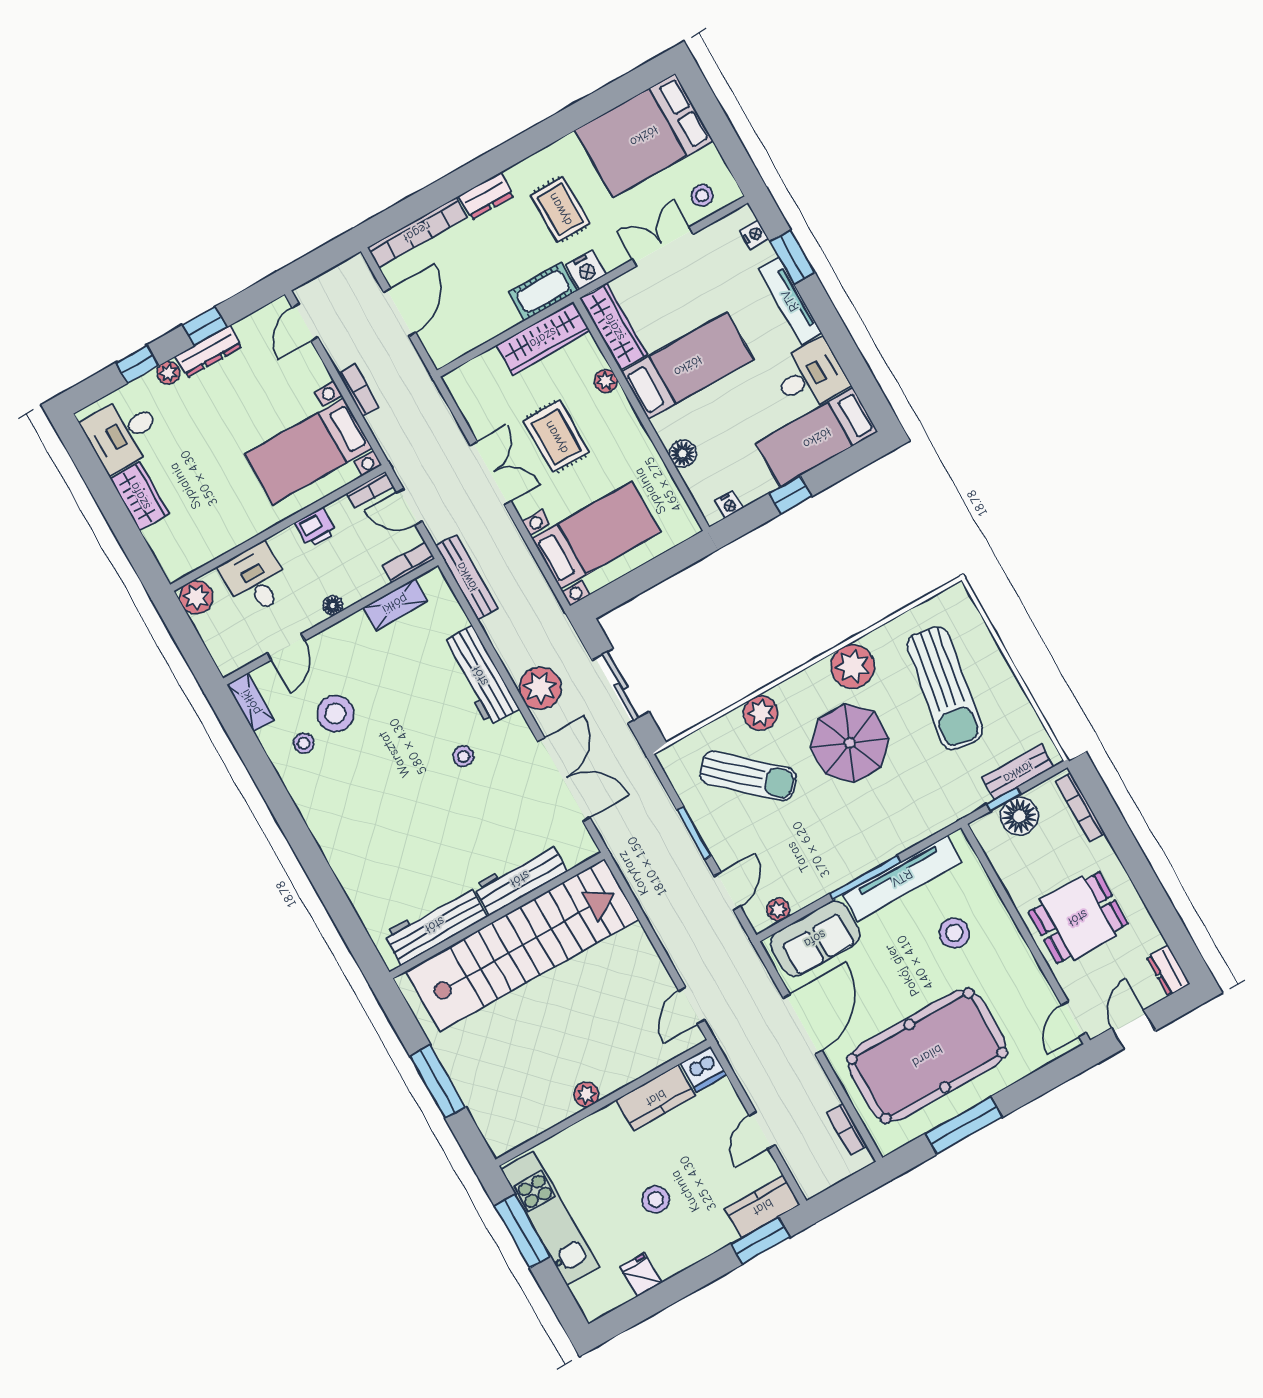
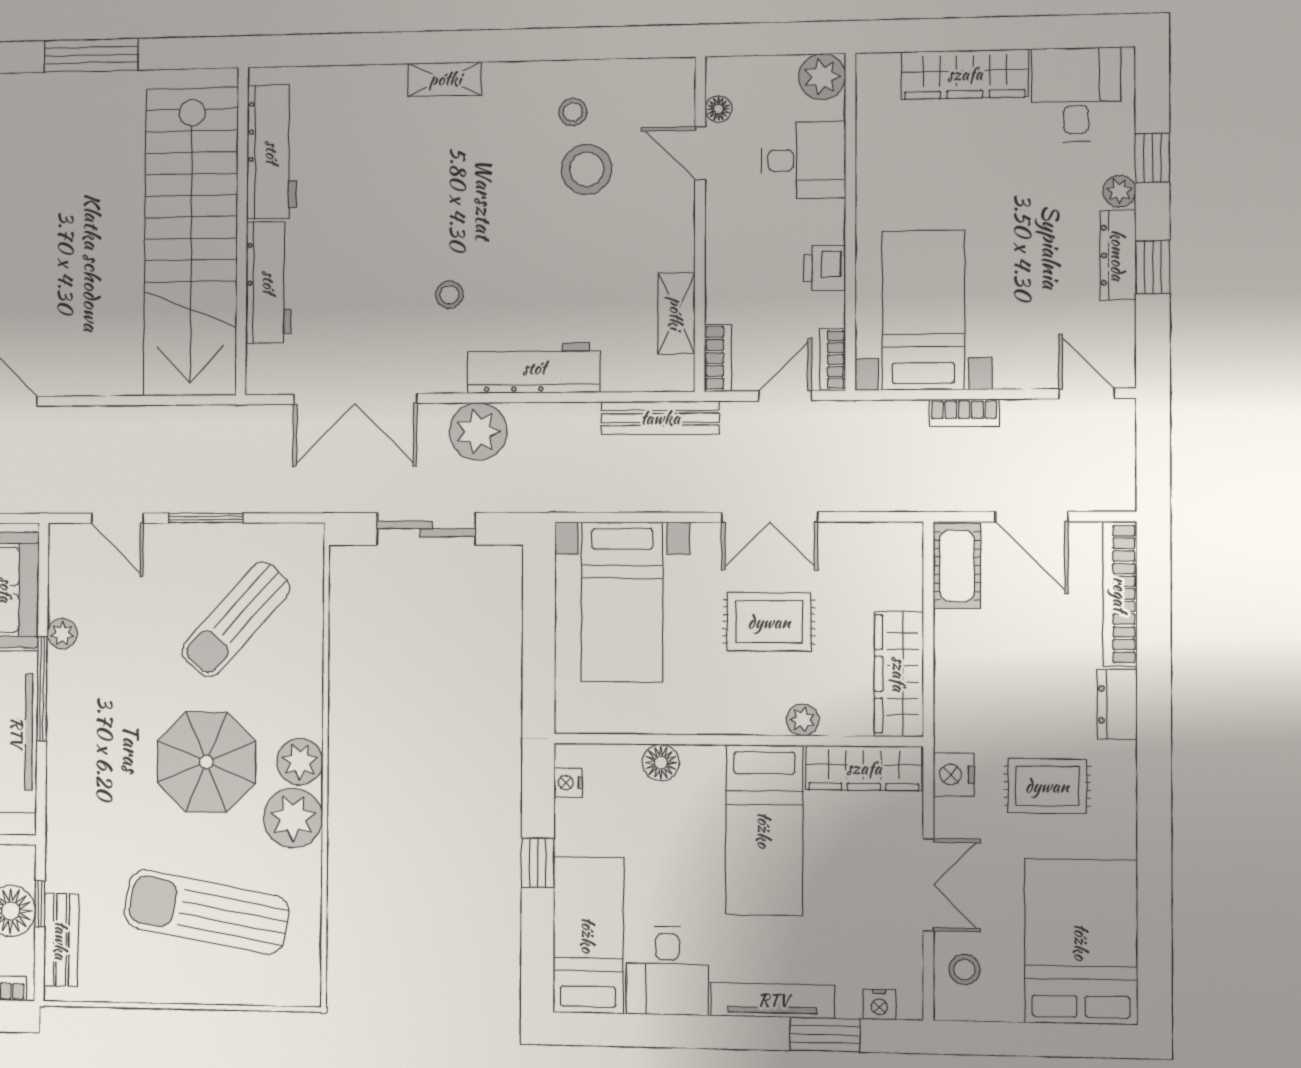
cot: (543, 291) -> (957, 566), moved
wardrobe: (140, 496) -> (965, 74), width x1.50
floor lamp: (333, 606) -> (718, 109), moved
shelving: (251, 702) -> (445, 79), moved
plant: (761, 713) -> (300, 762), moved
plant: (778, 910) -> (62, 634), moved

